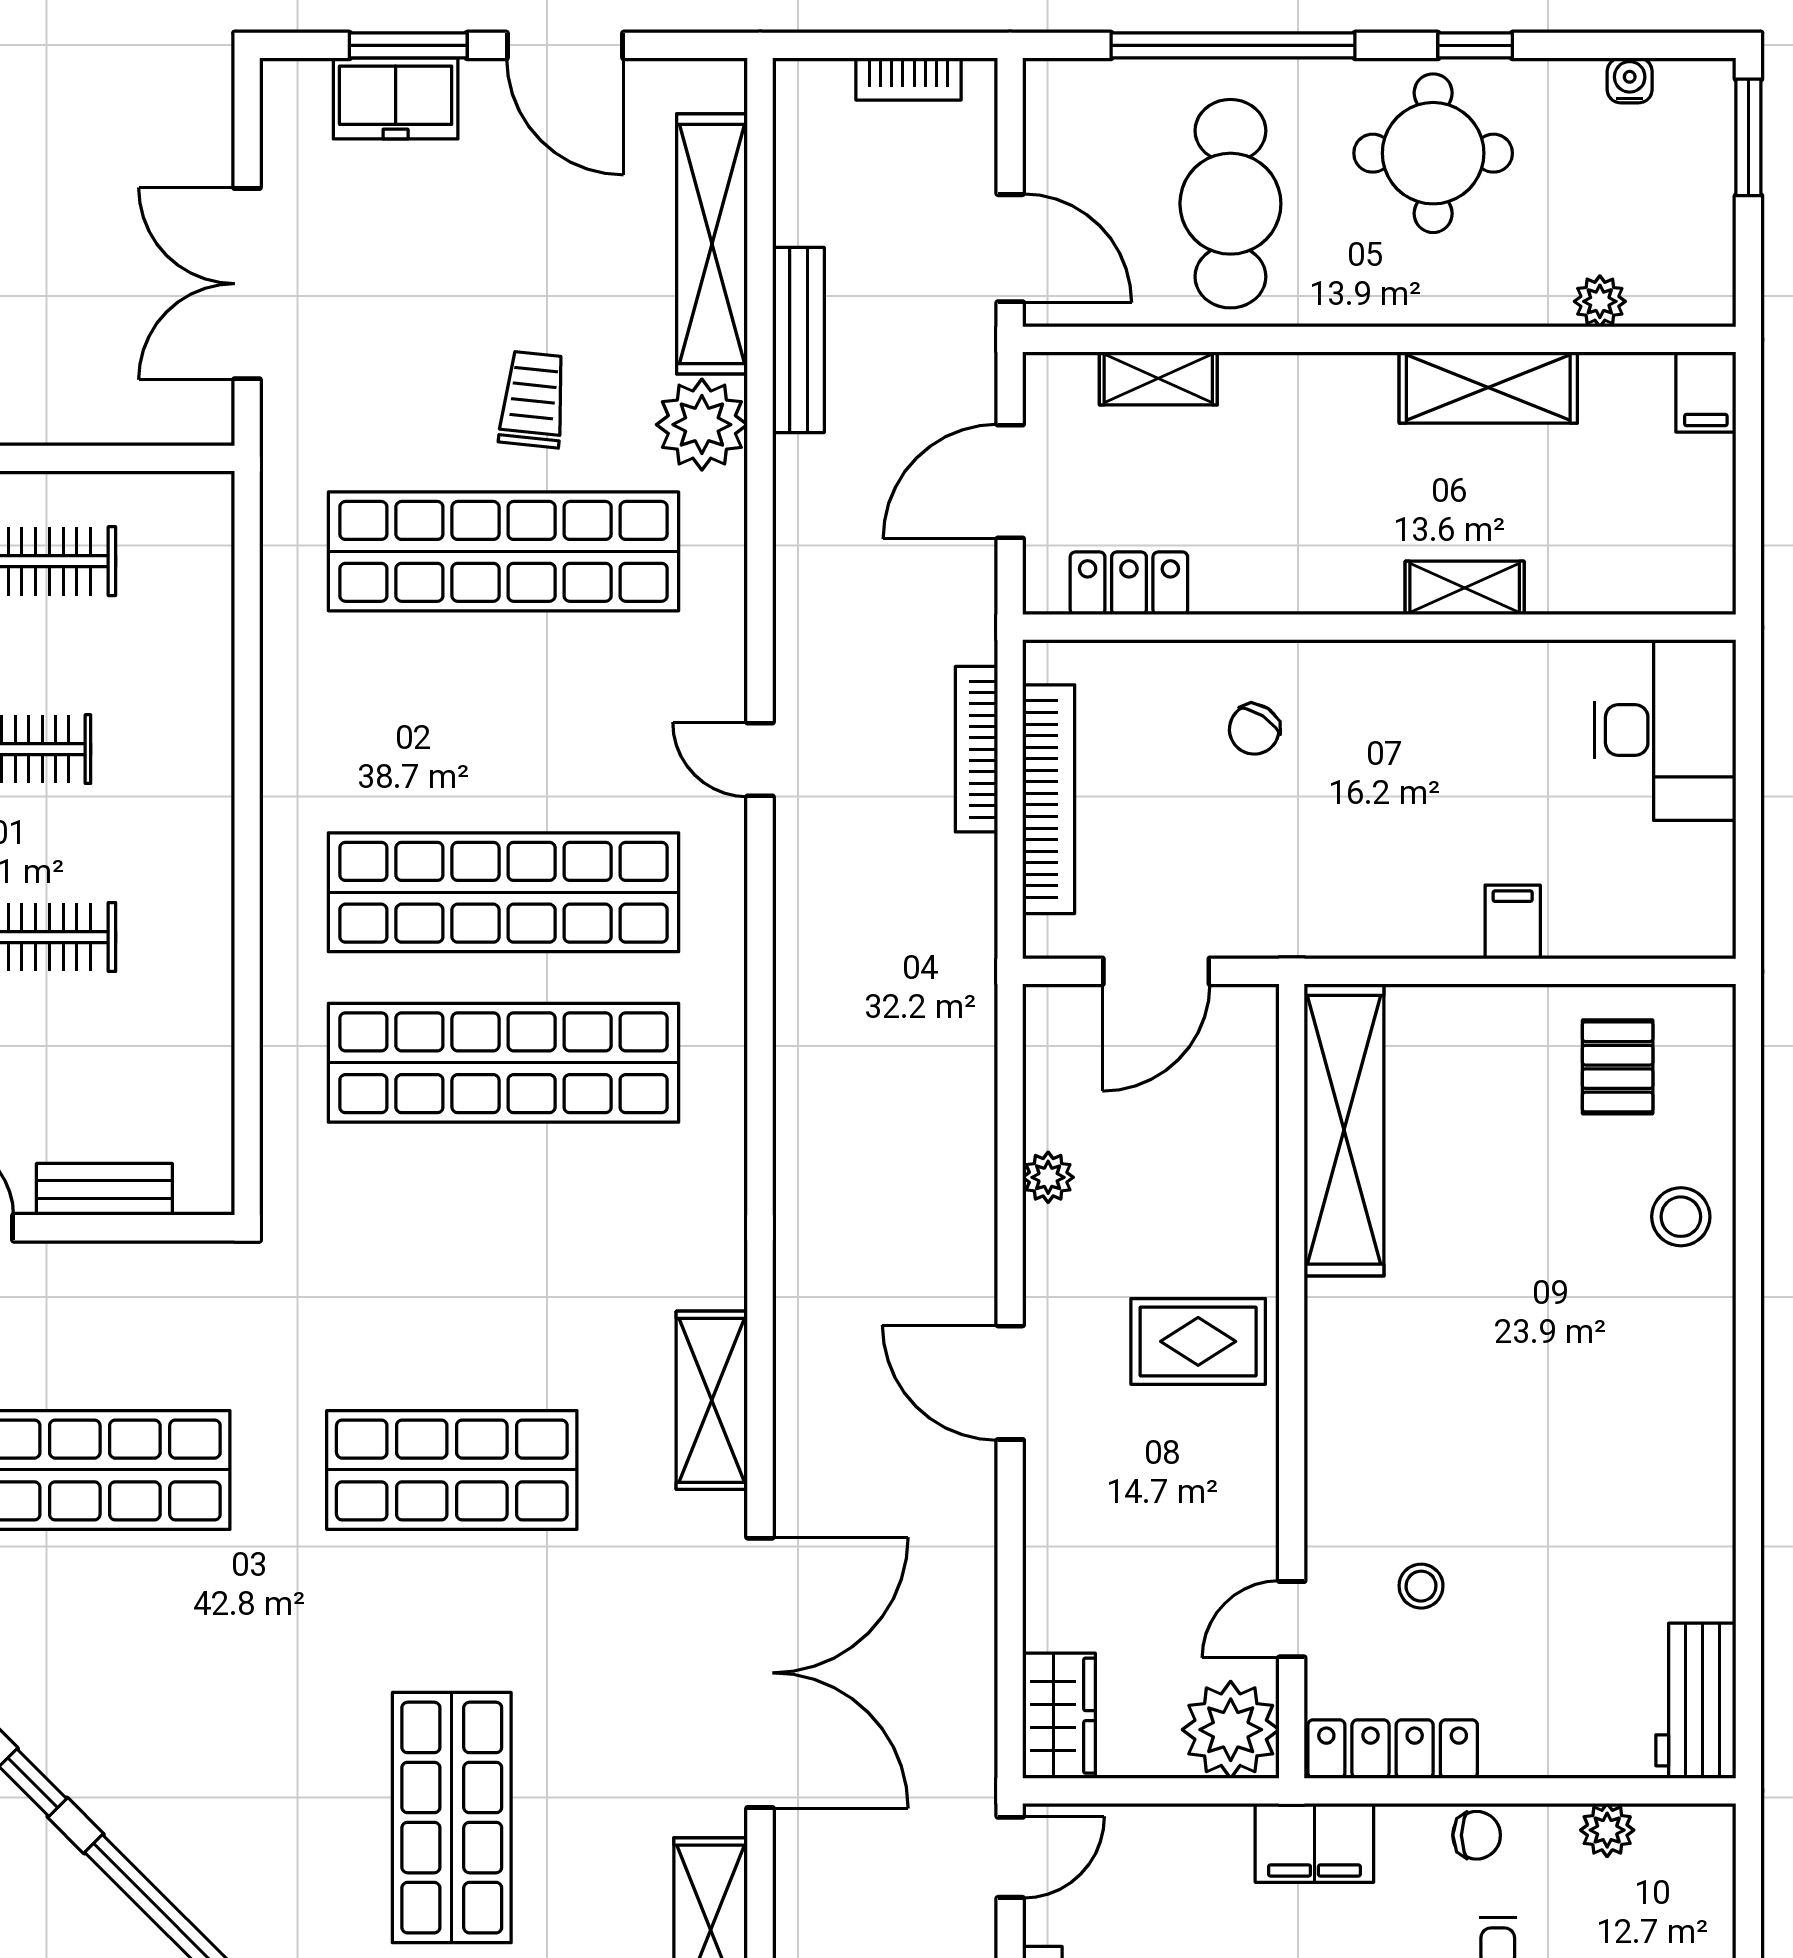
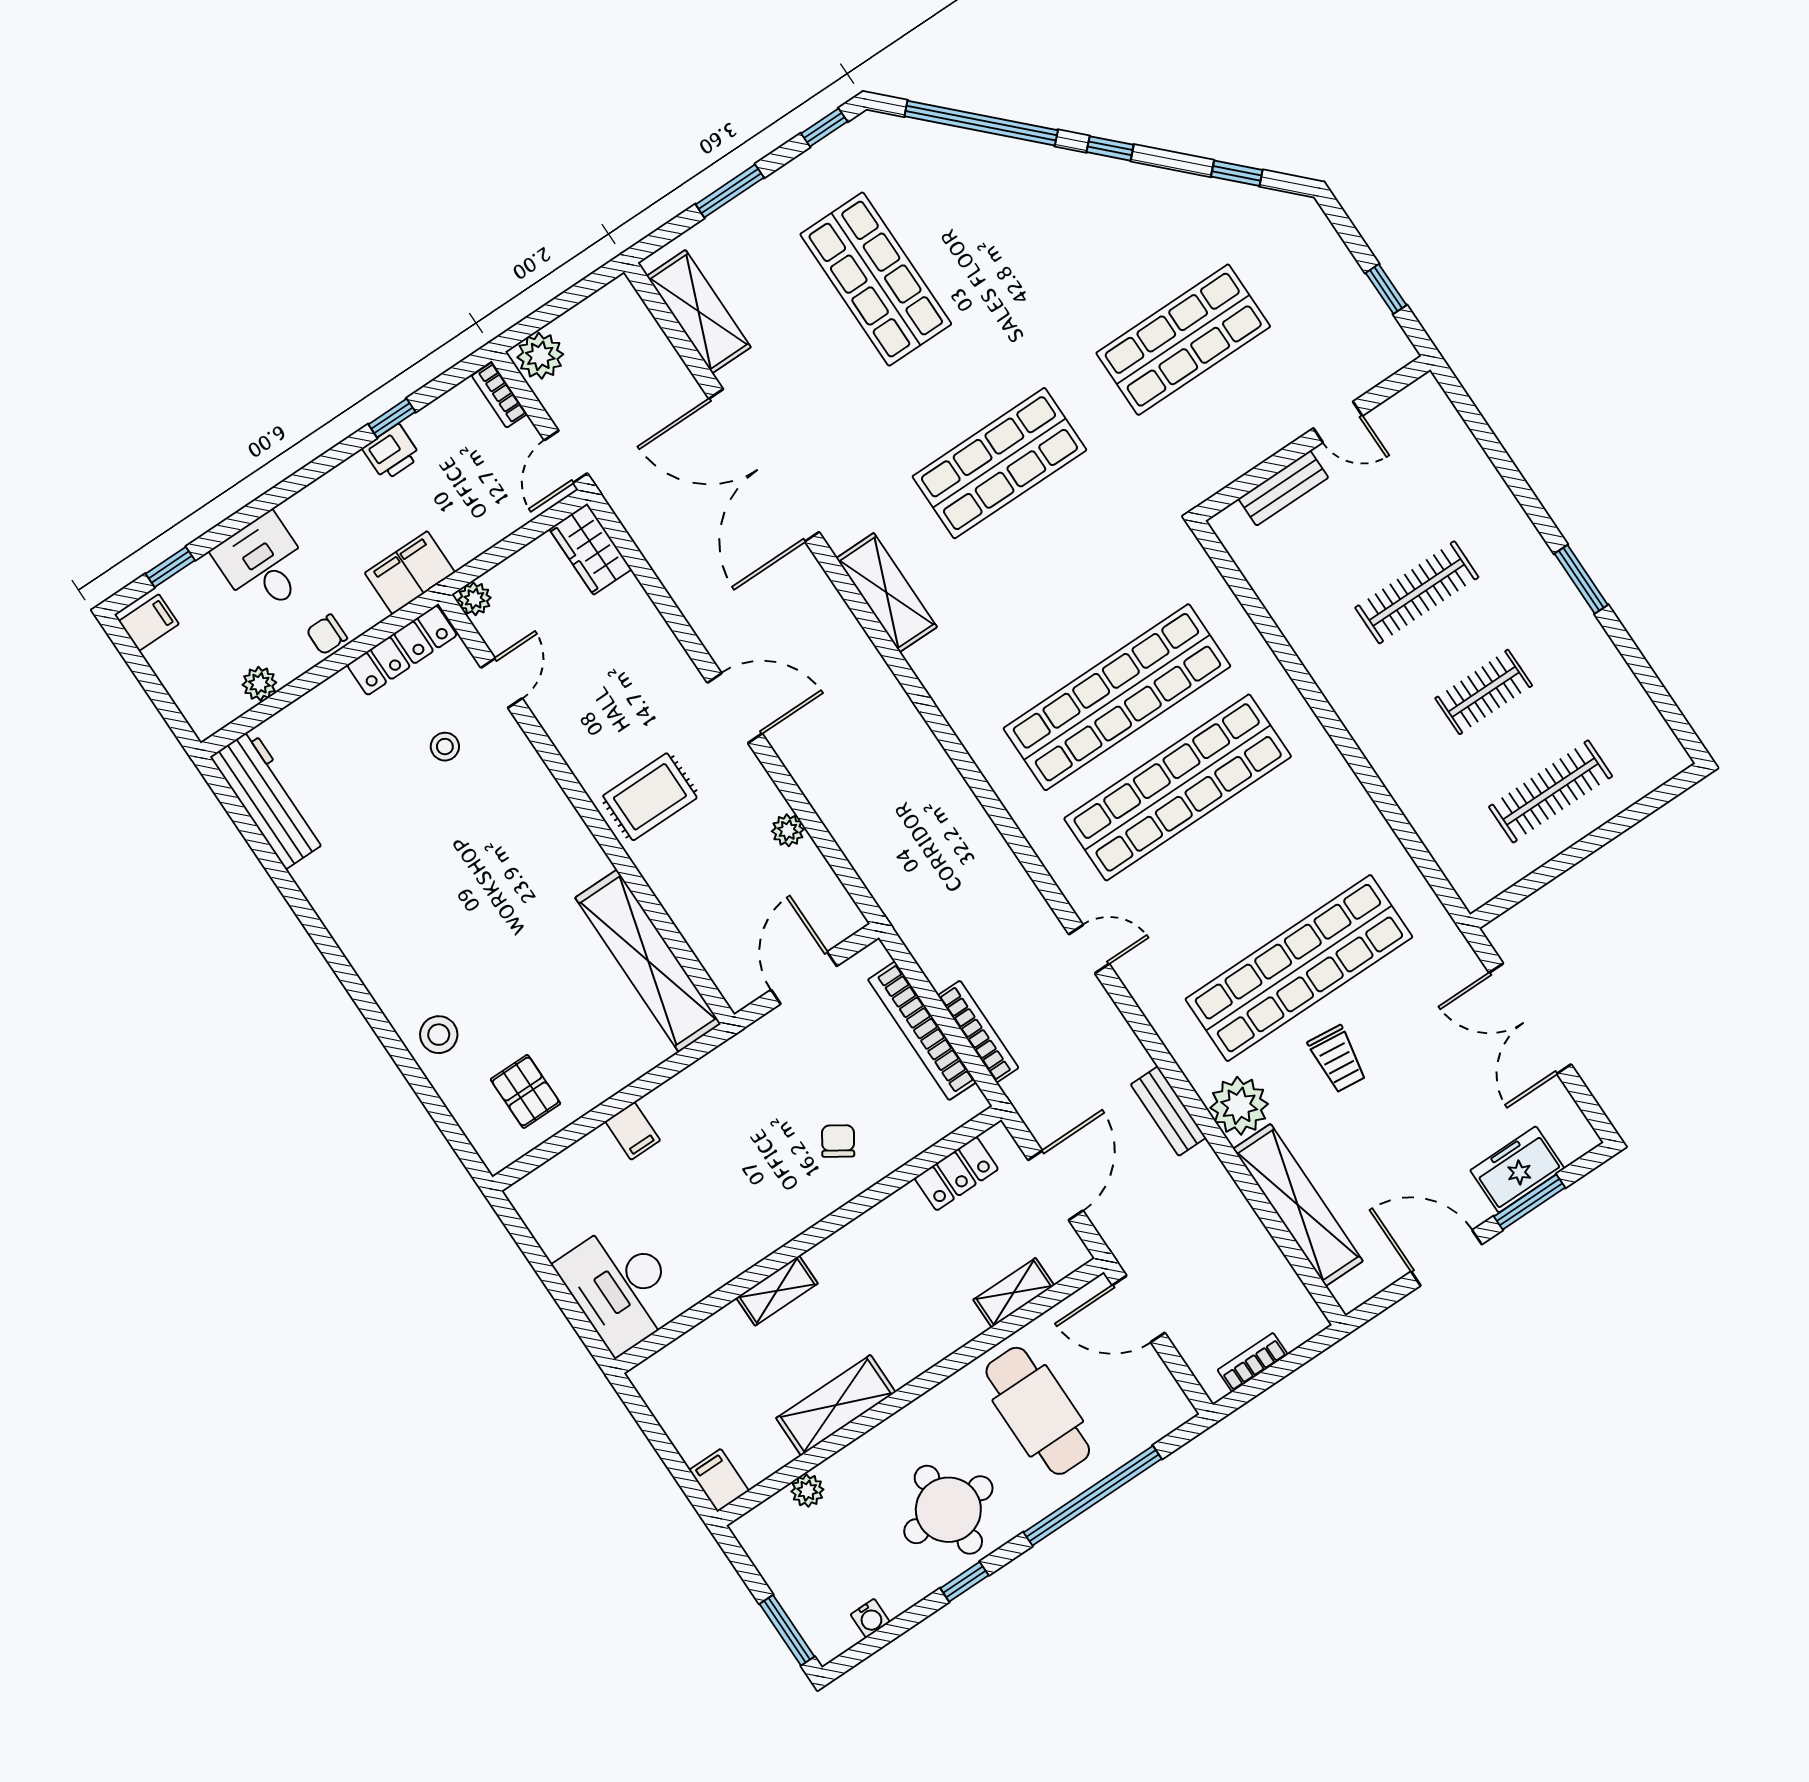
double door: (247, 284) -> (1530, 1019), swing flipped
bench: (798, 340) -> (1168, 1111), moved, width x0.73
workbench: (1696, 1701) -> (269, 799), width x1.38
plant: (1231, 1730) -> (474, 599), width x0.53, depth x0.53

